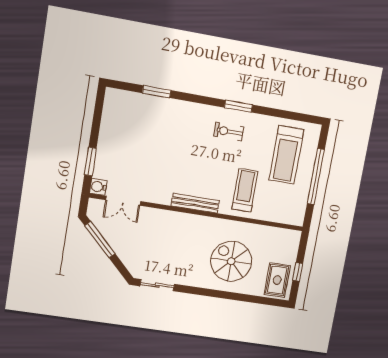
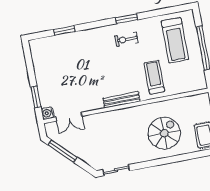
spiral stairs: (231, 261) -> (164, 133), turned 90

